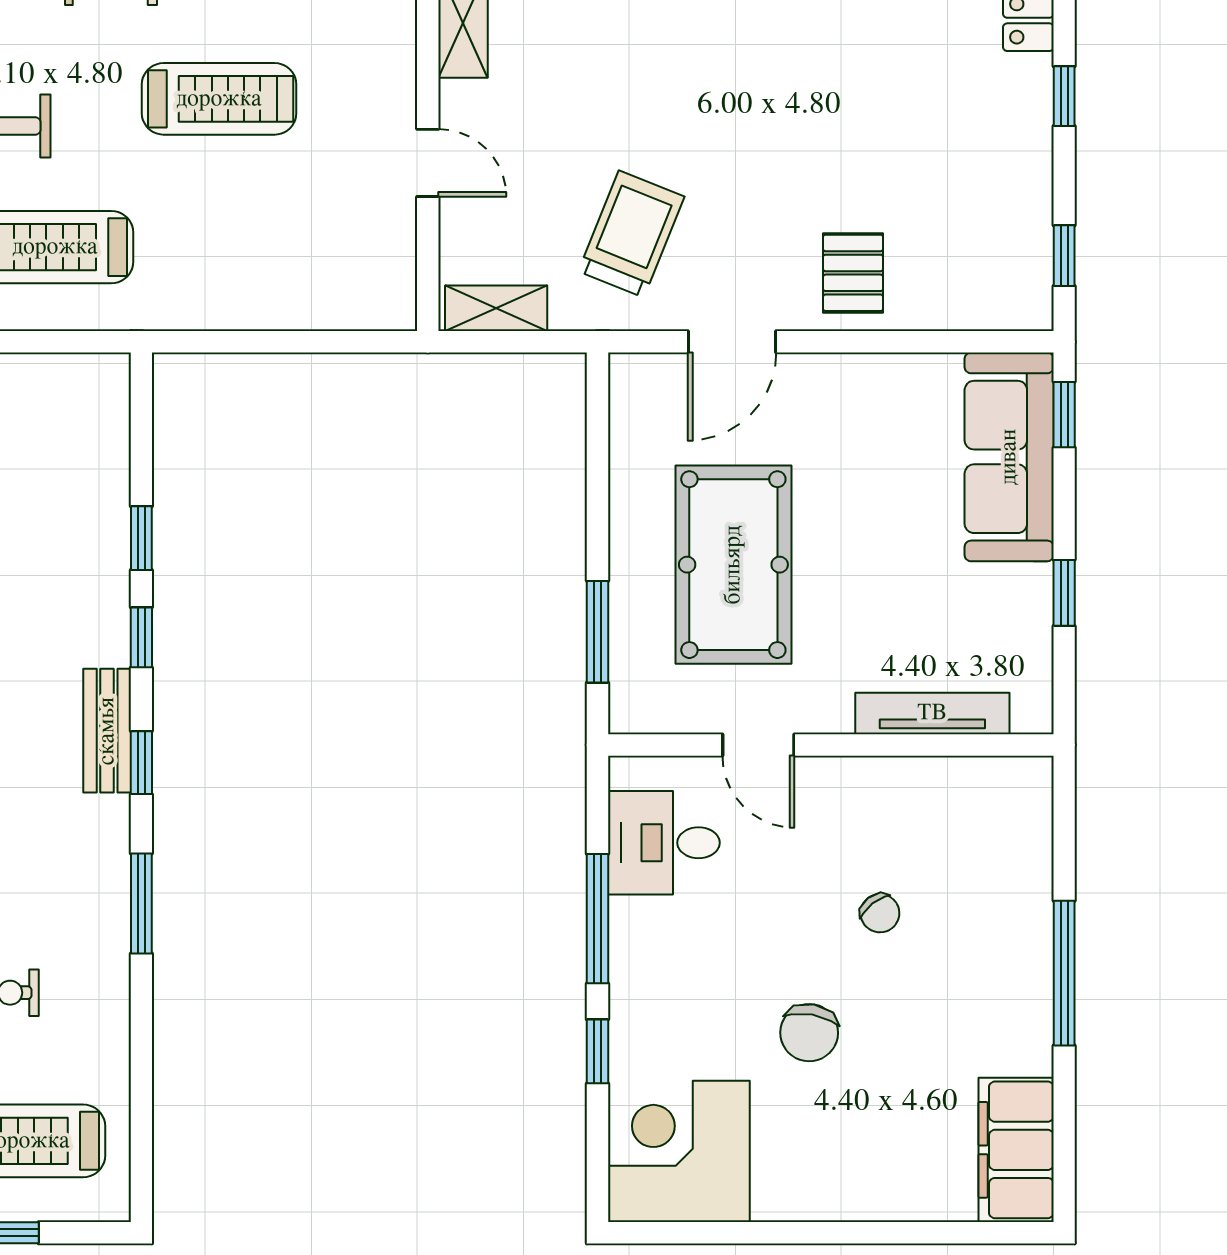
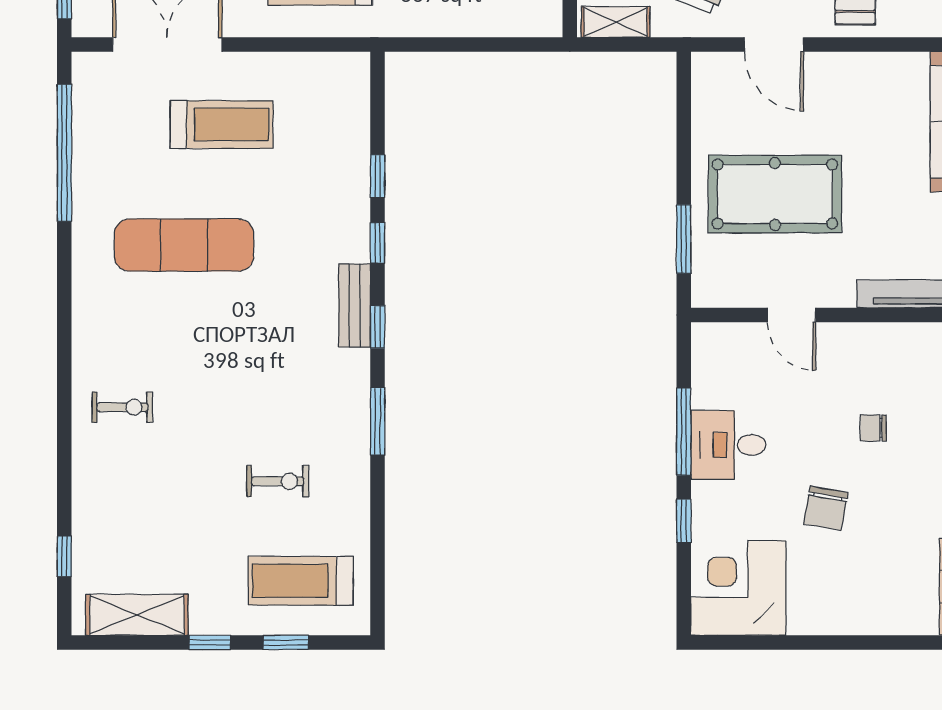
door: (732, 342) -> (774, 44), hinge flipped
pool table: (733, 565) -> (775, 194), turned 90
desk: (664, 843) -> (728, 445), moved
chair: (880, 913) -> (873, 428), turned 128

